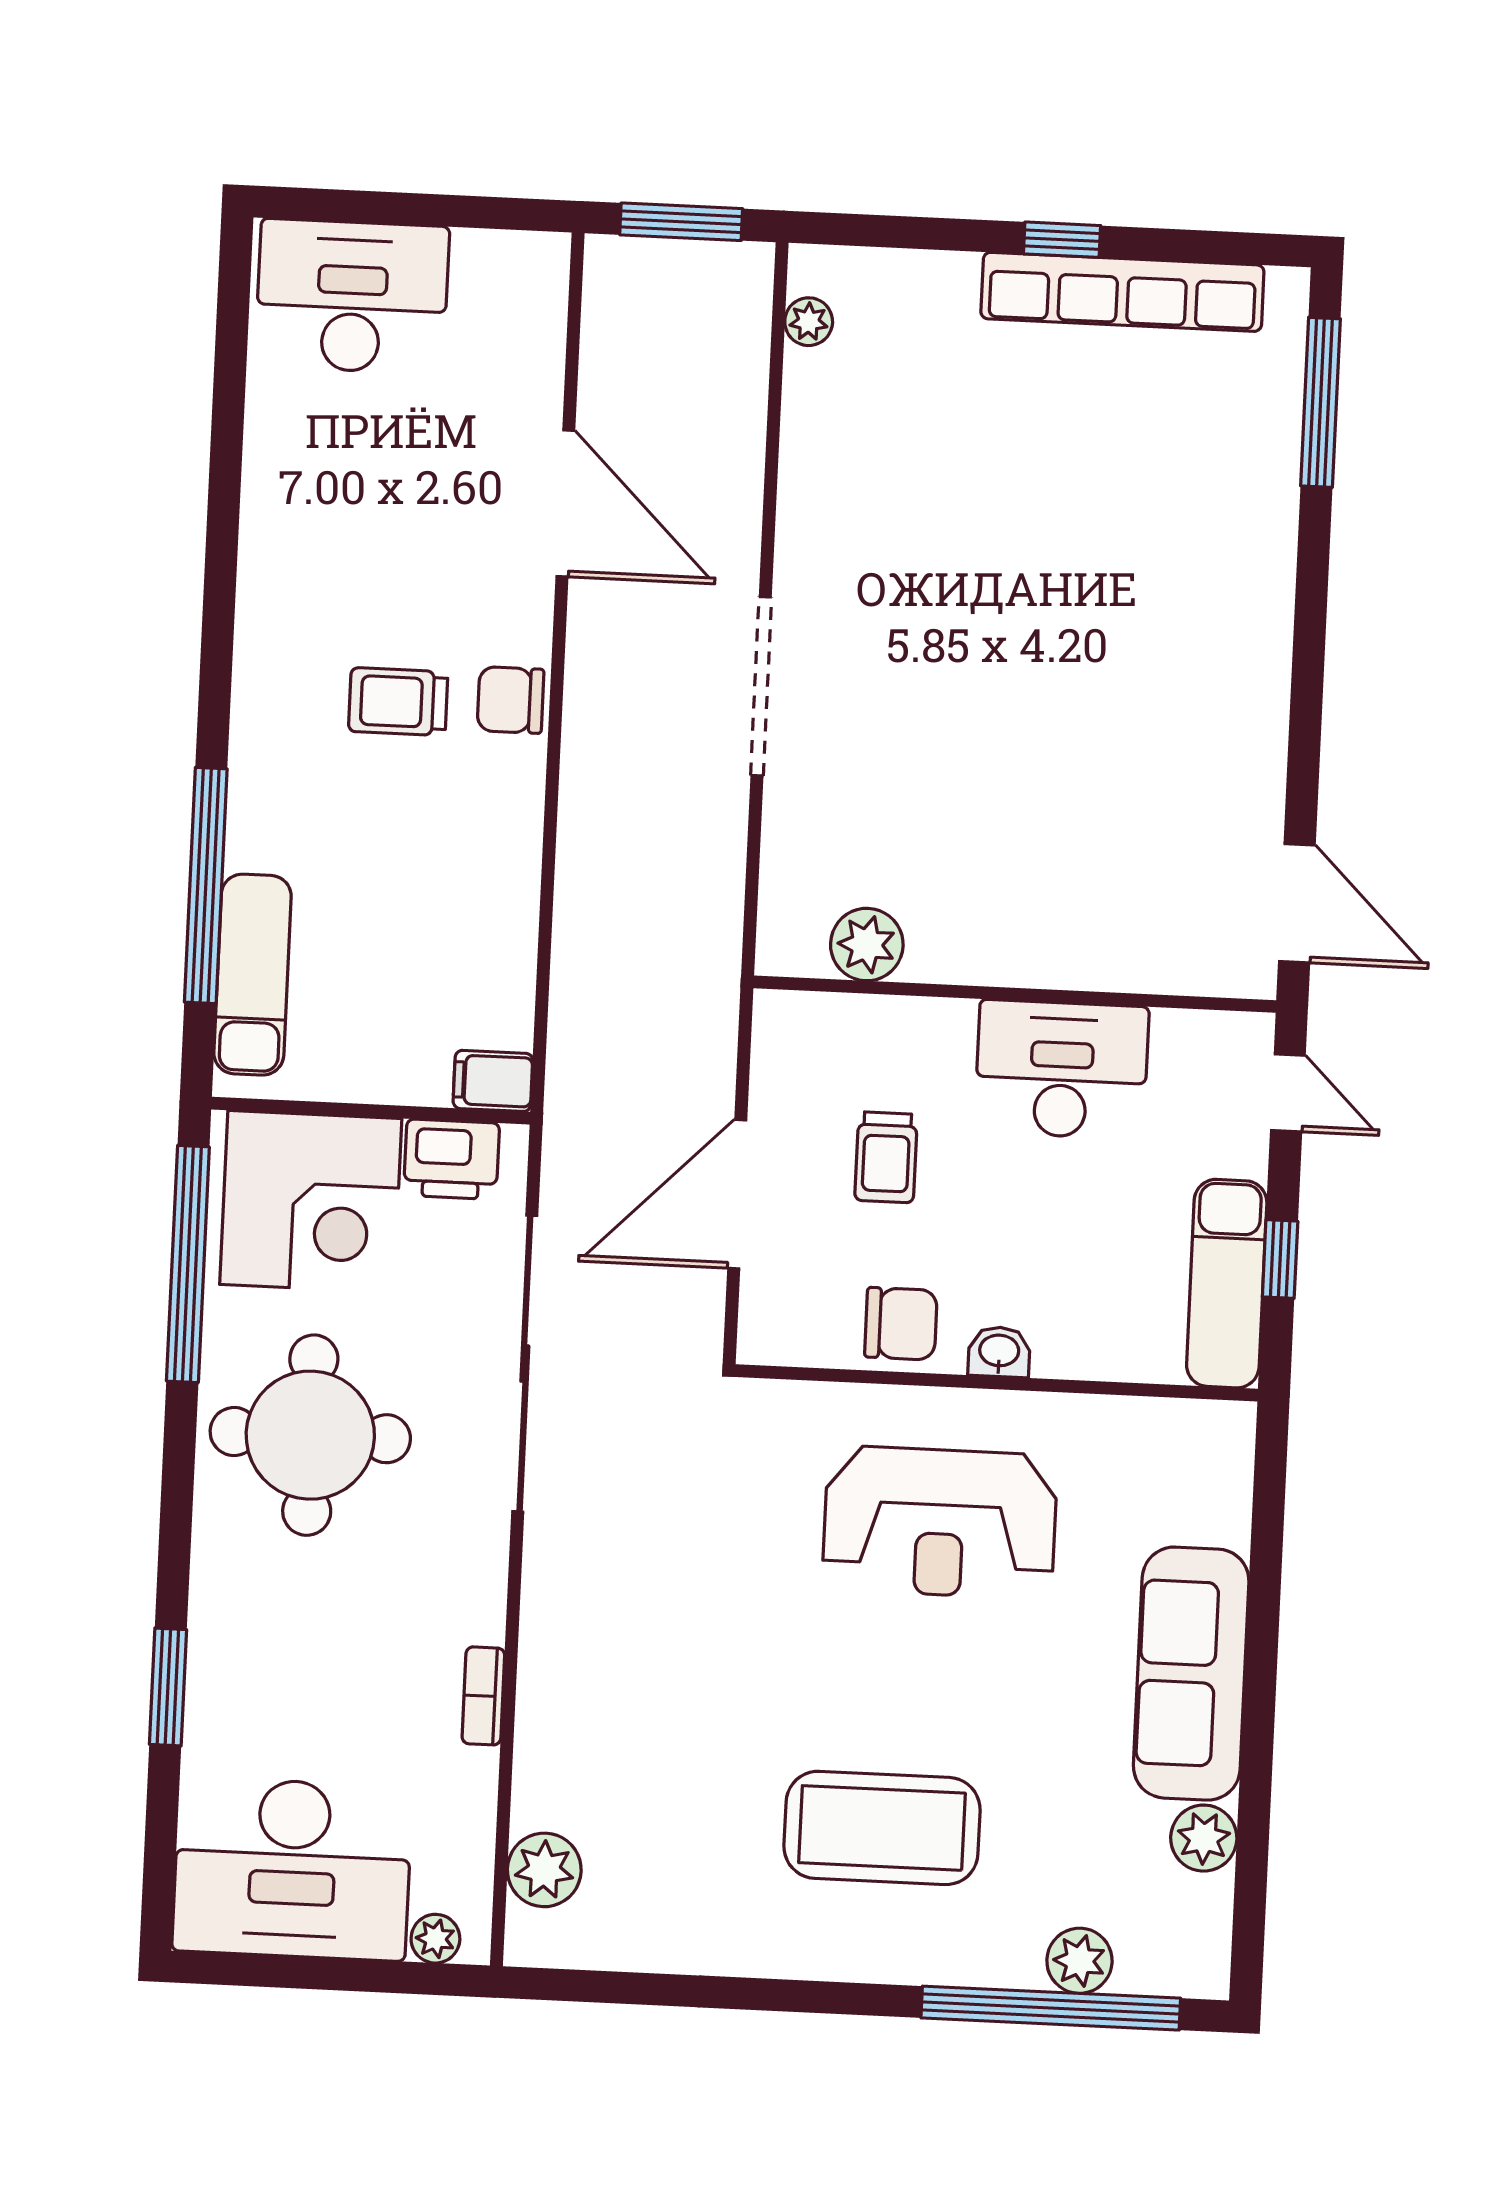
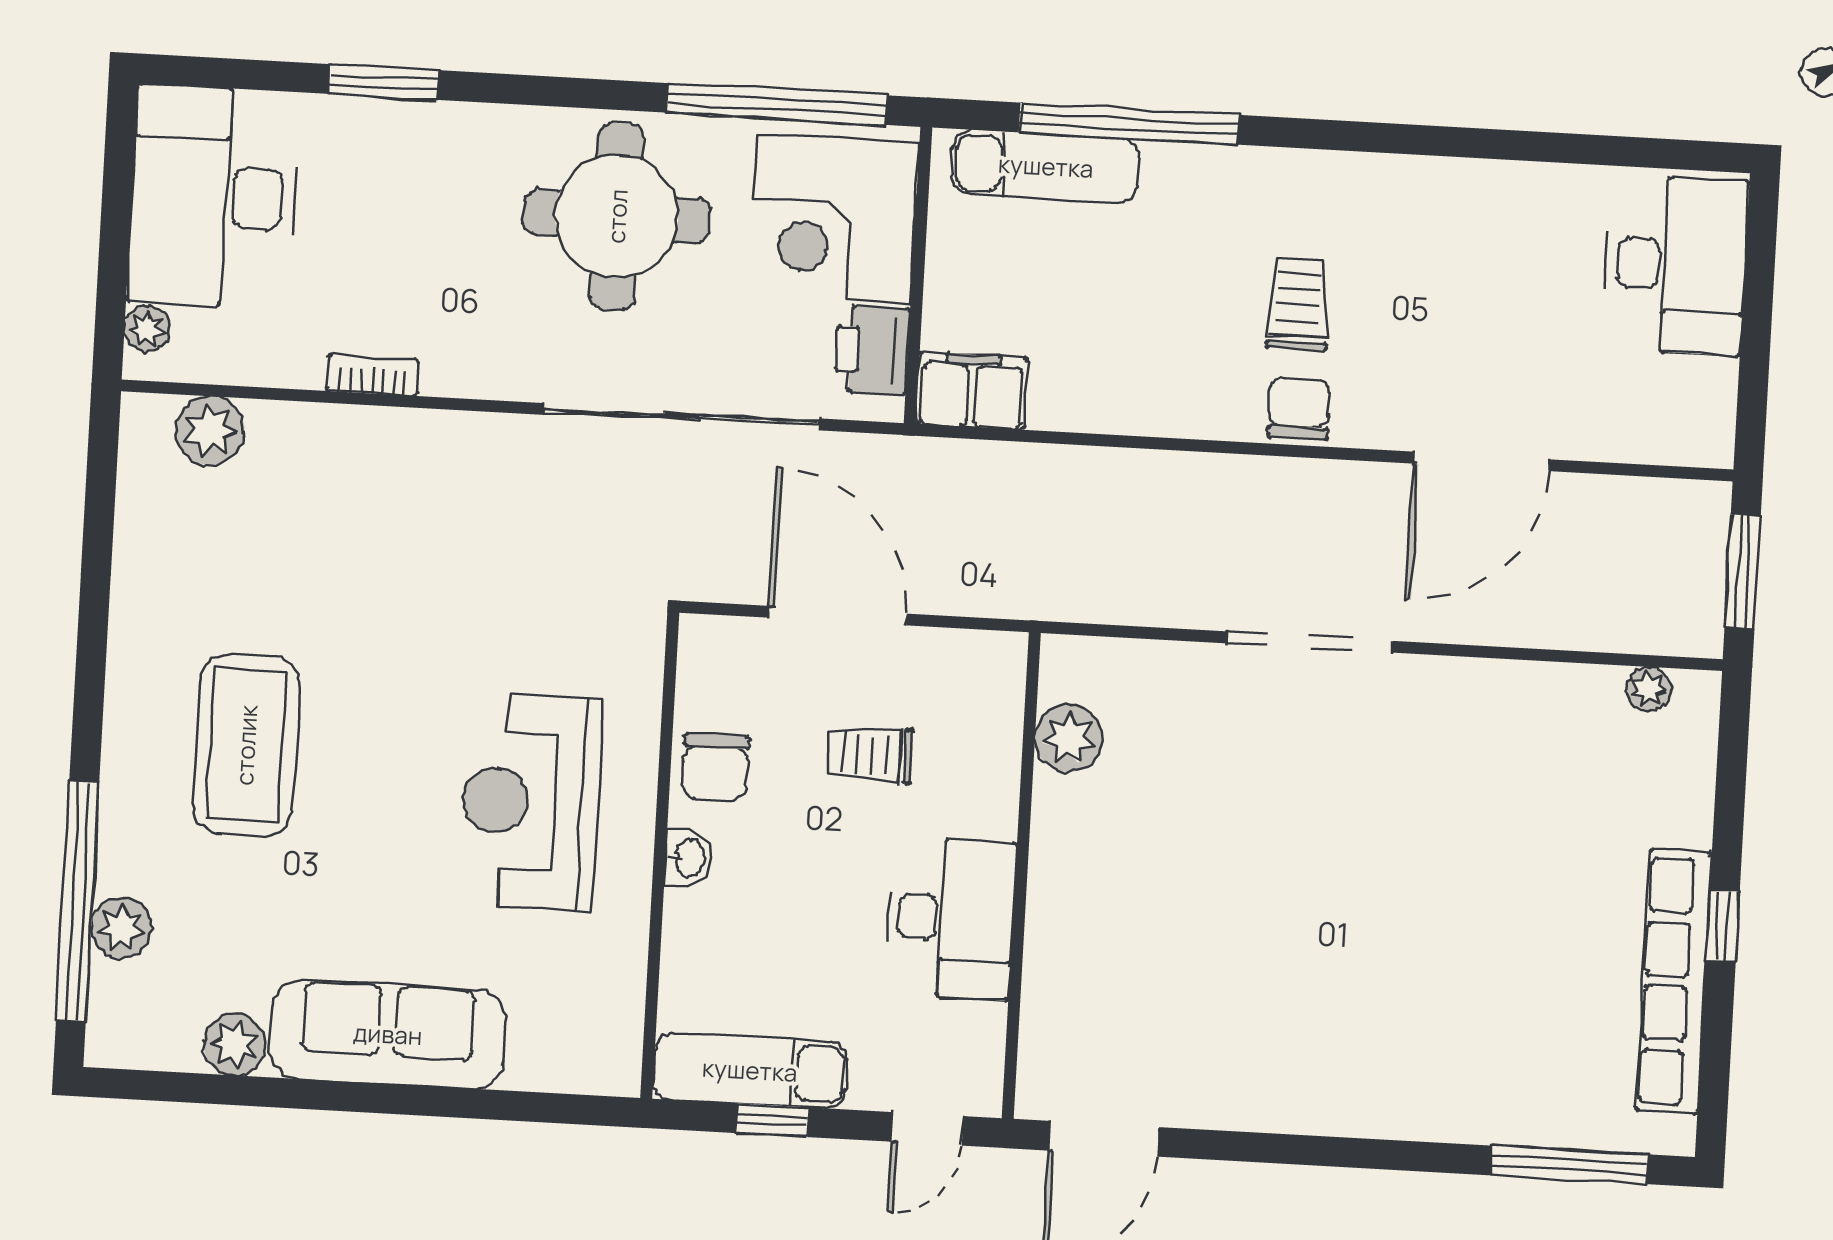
filing cabinet: (493, 1081) -> (972, 391), width x2.00

